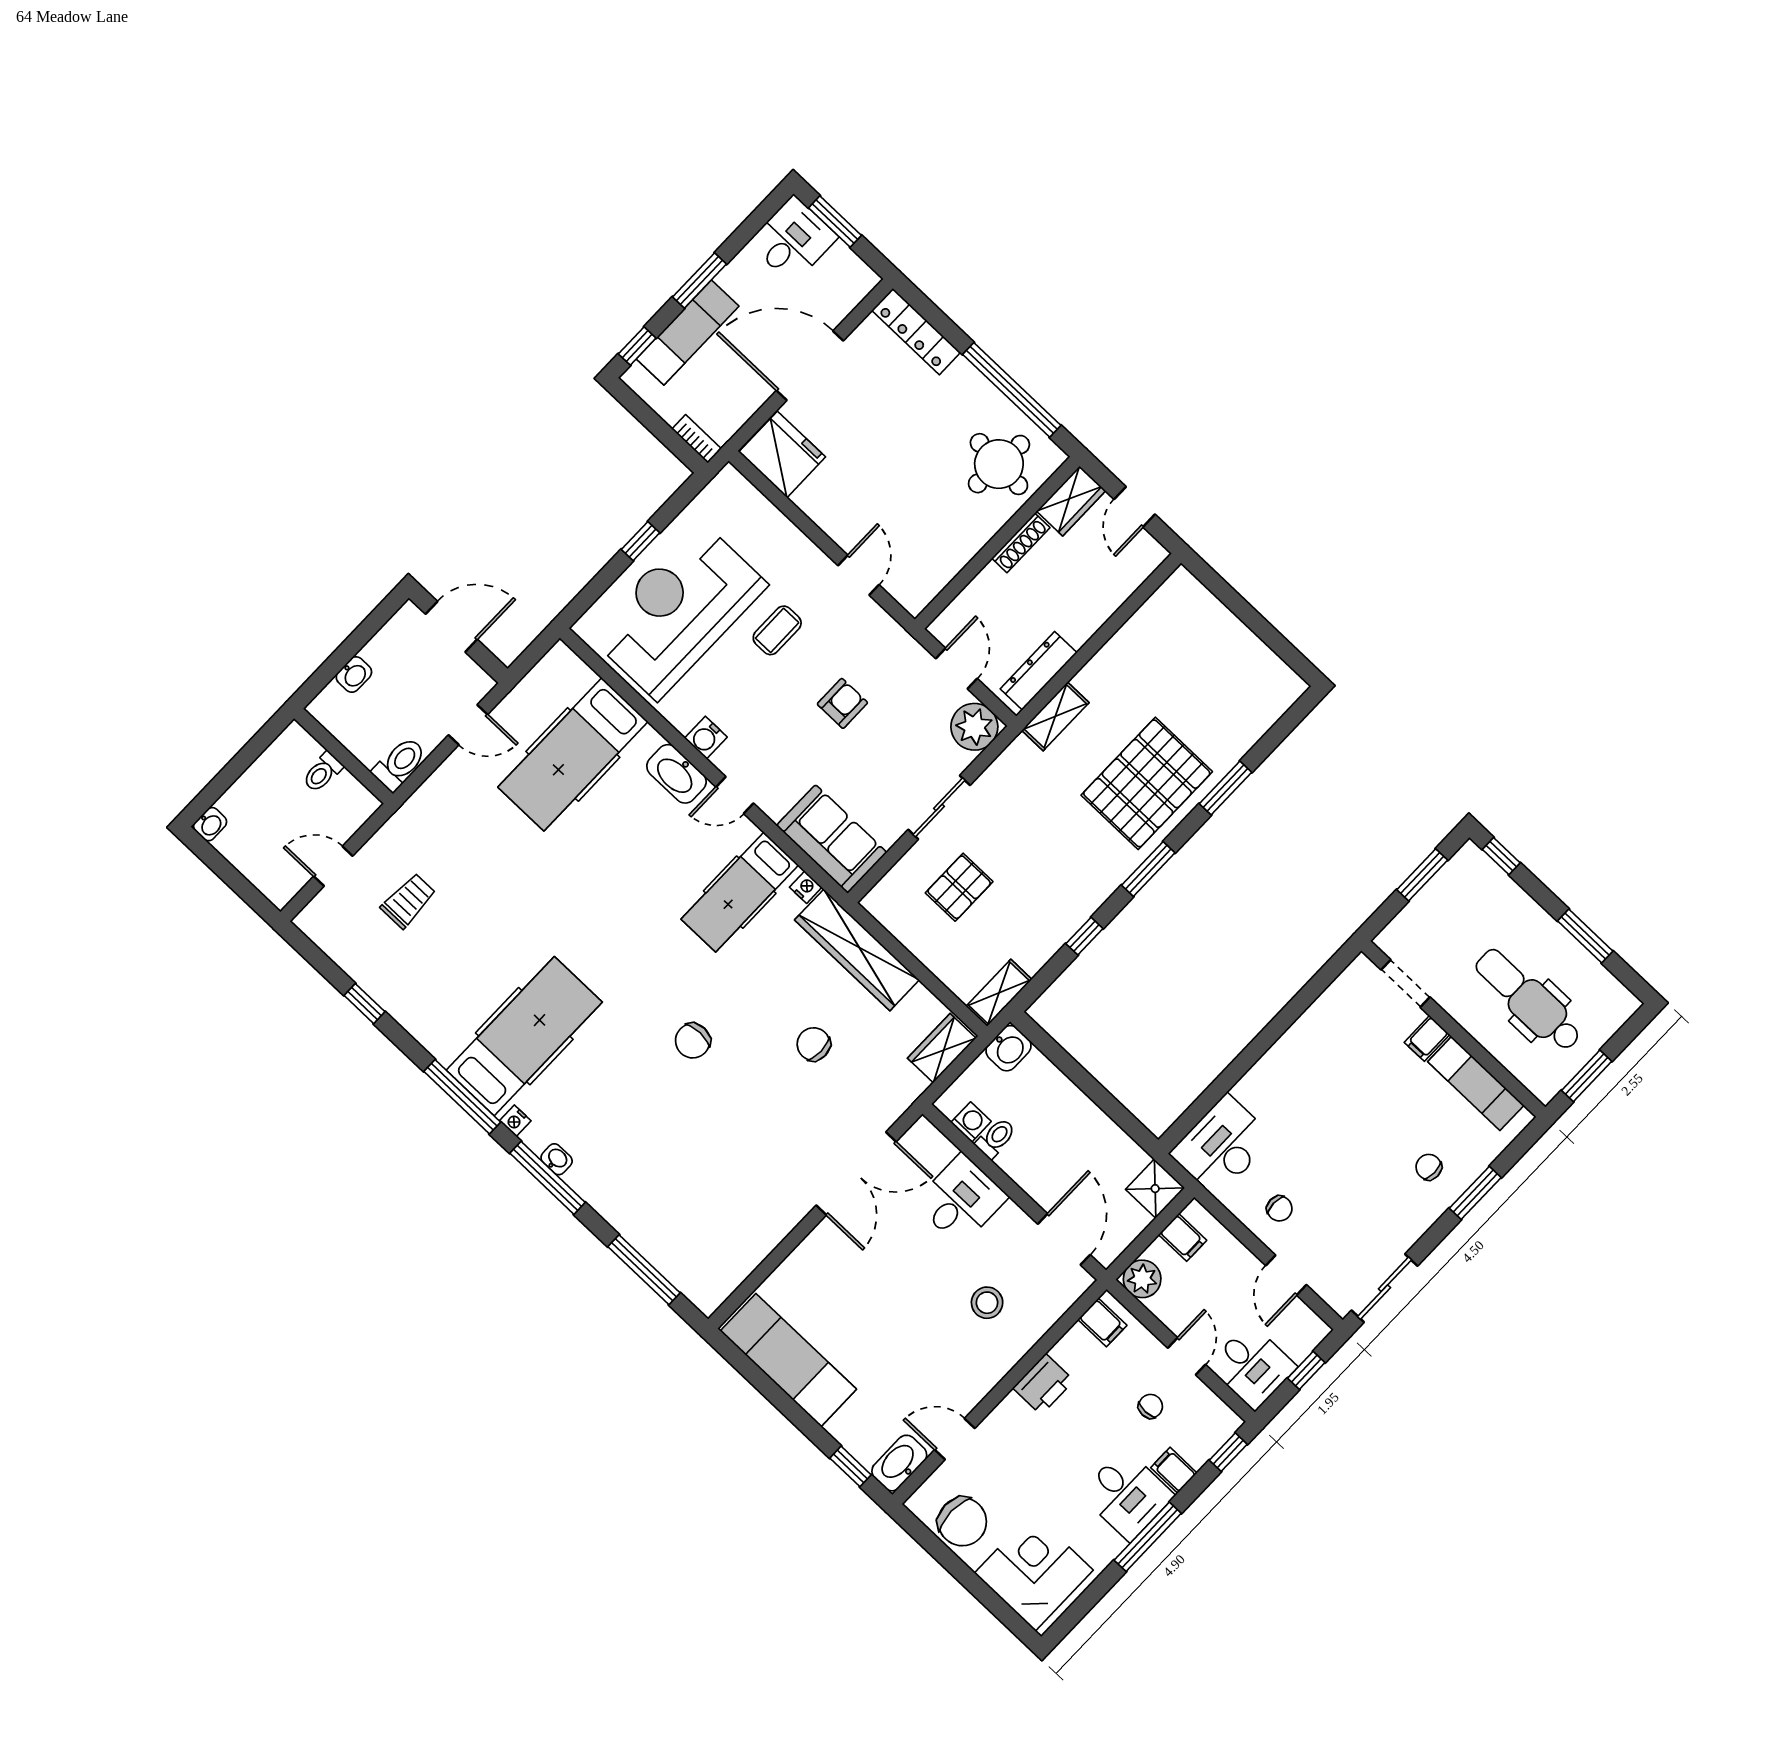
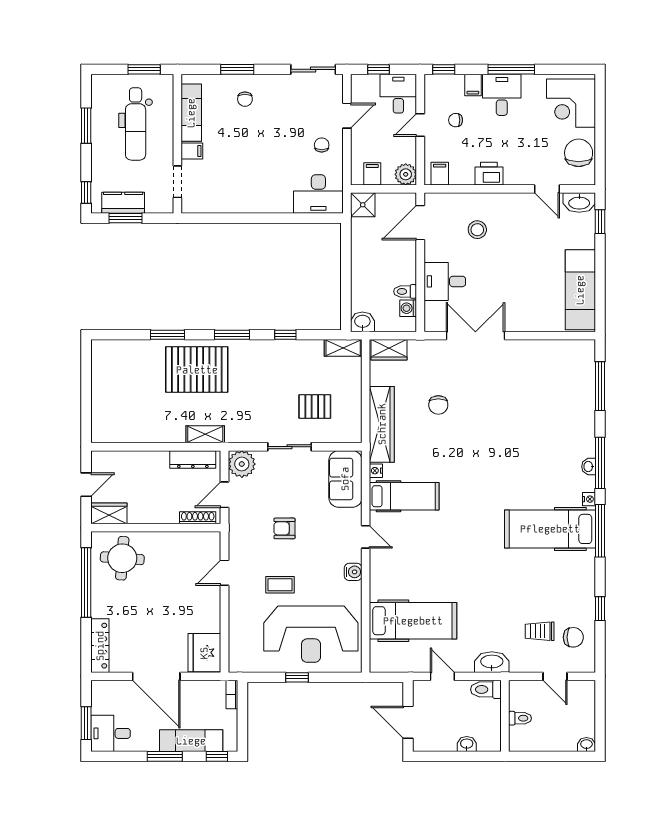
shoe rack: (1021, 543) -> (198, 518), moved
washbasin: (676, 774) -> (492, 662), moved, turned -90
kitchen counter: (1444, 890) -> (123, 203), added
chair: (693, 1041) -> (573, 637), moved

